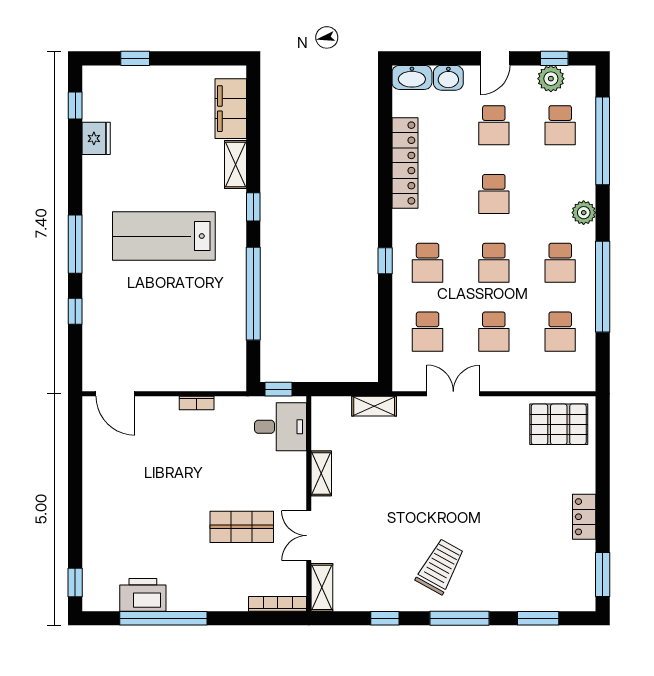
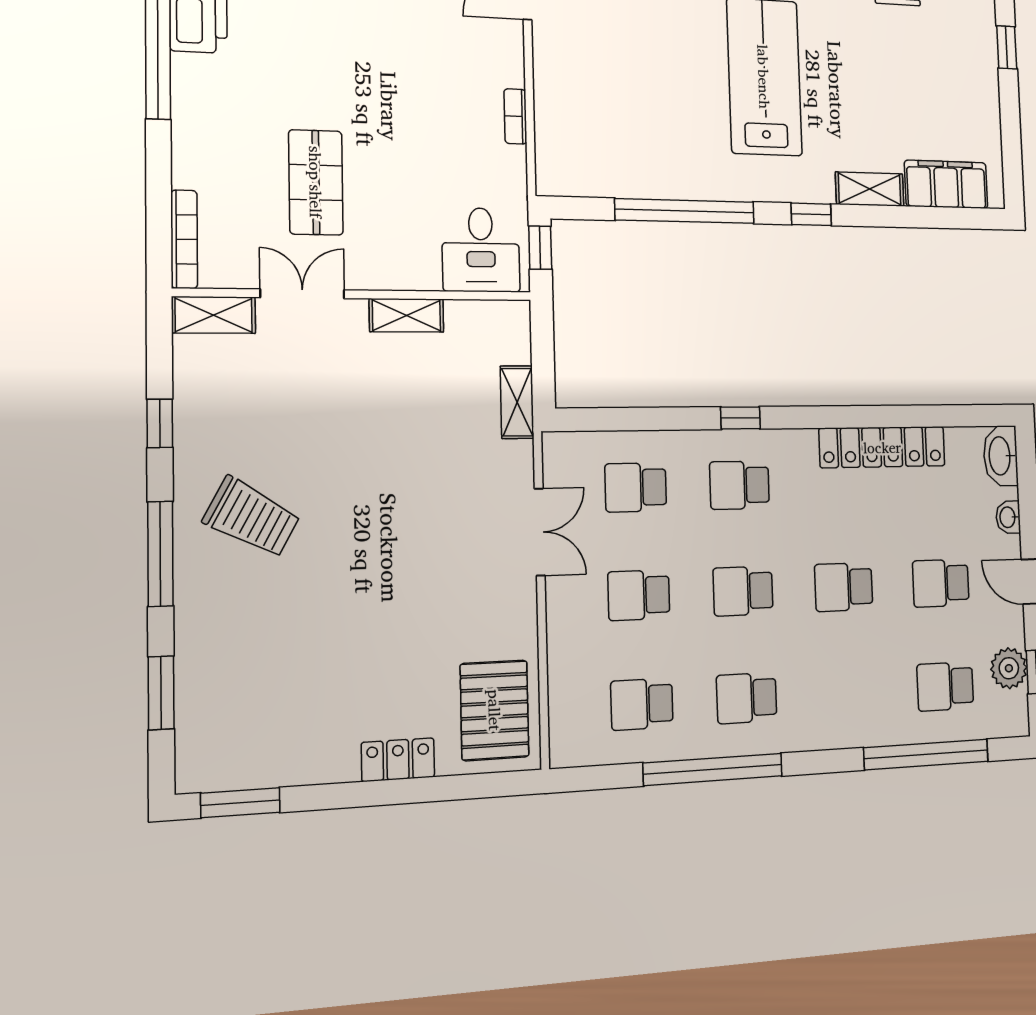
washbasin: (448, 78) -> (1008, 517), width x0.72, depth x0.69
plant: (584, 213) -> (822, 731), removed
locker: (584, 517) -> (398, 760), moved

